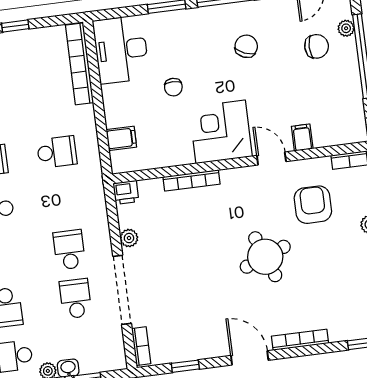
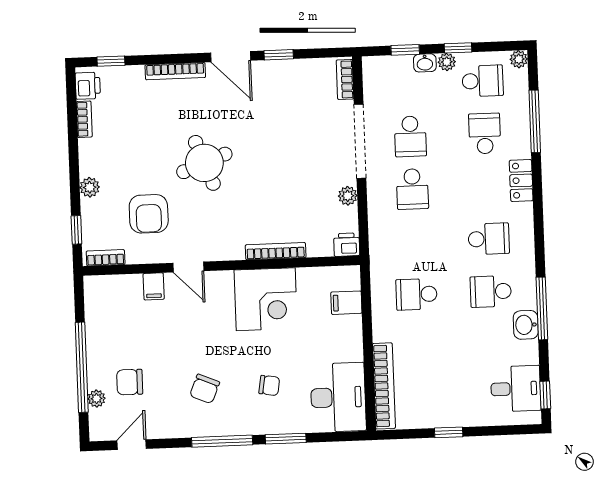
chair: (173, 87) -> (269, 385), moved, turned 99
corner desk: (221, 132) -> (266, 299), moved
window: (185, 366) -> (279, 55), moved

